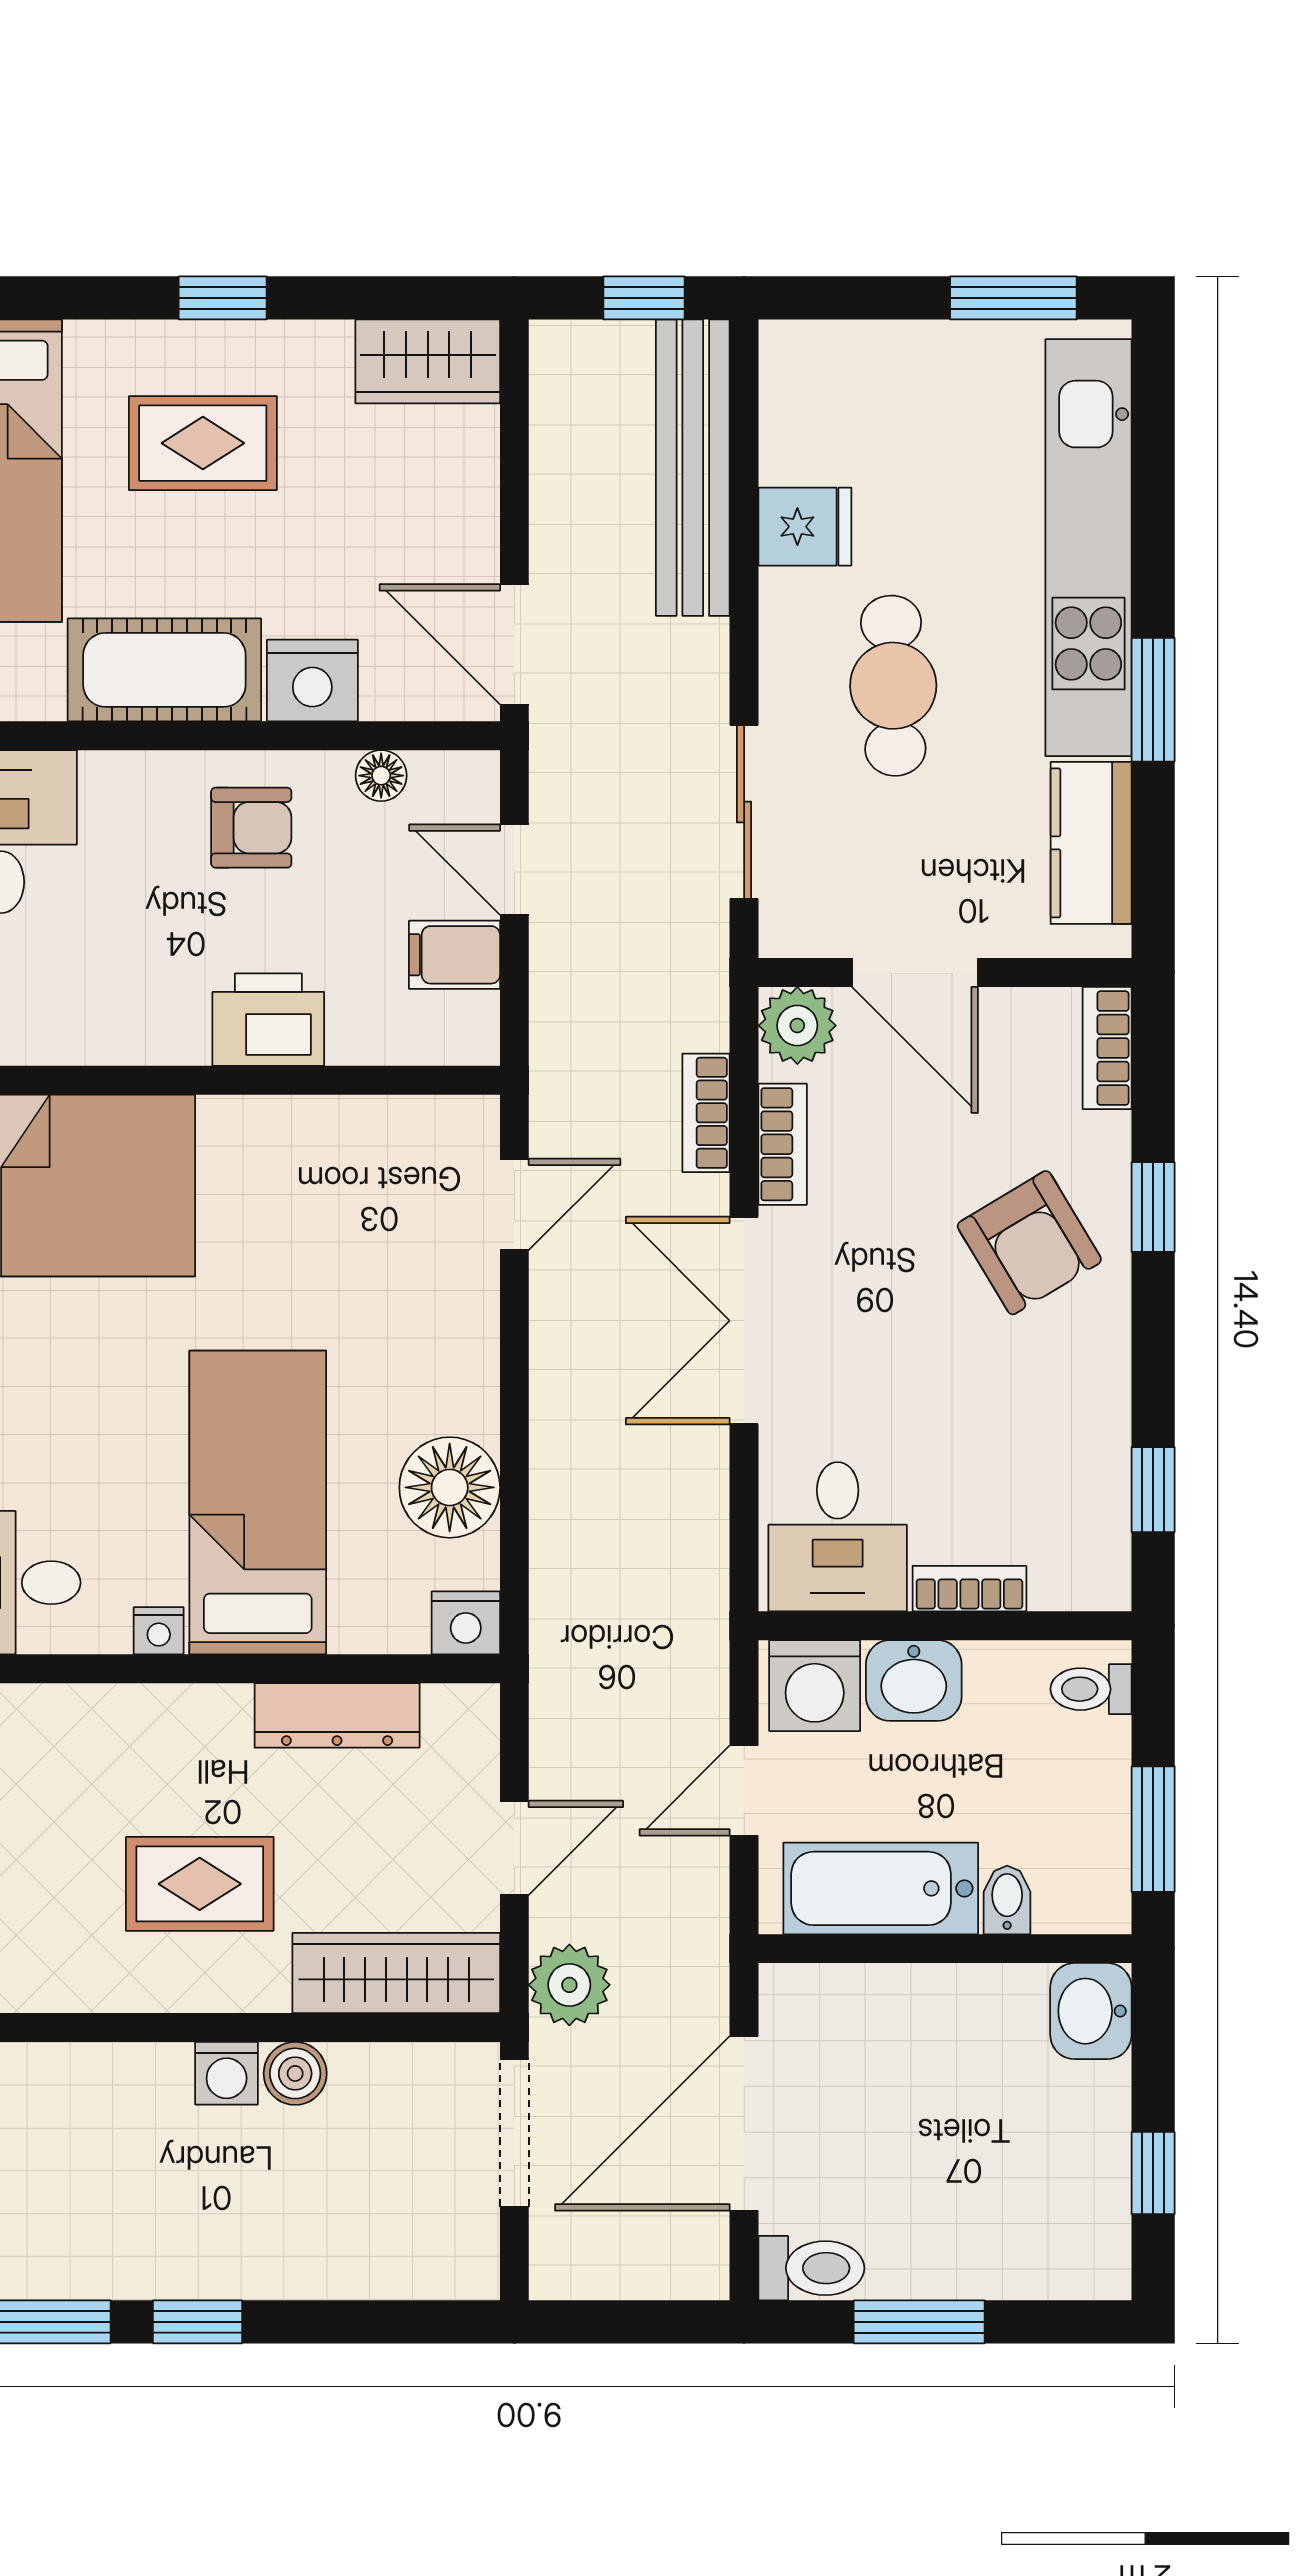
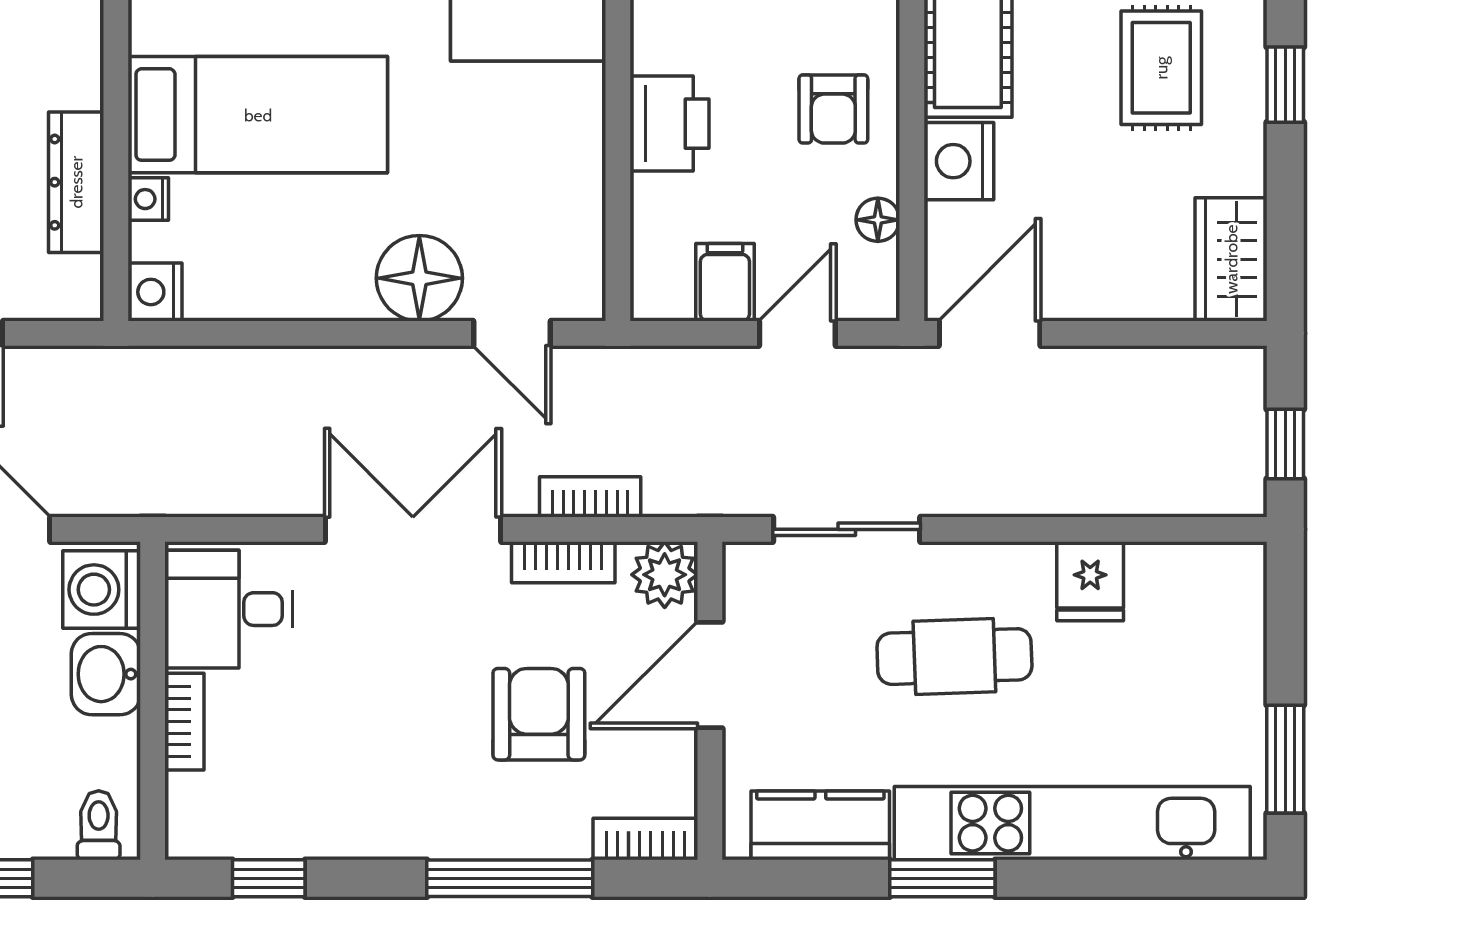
bench: (693, 468) -> (1140, 486), removed
window: (1153, 1207) -> (510, 878), width x2.17
armchair: (1029, 1243) -> (539, 714), moved, turned 121
floor lamp: (450, 1487) -> (419, 278), moved
nightstand: (159, 1631) -> (148, 199), moved

